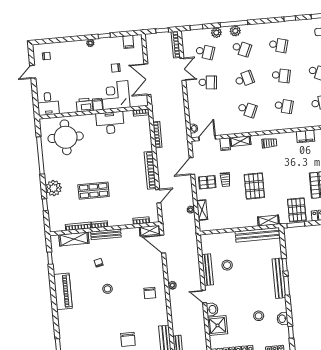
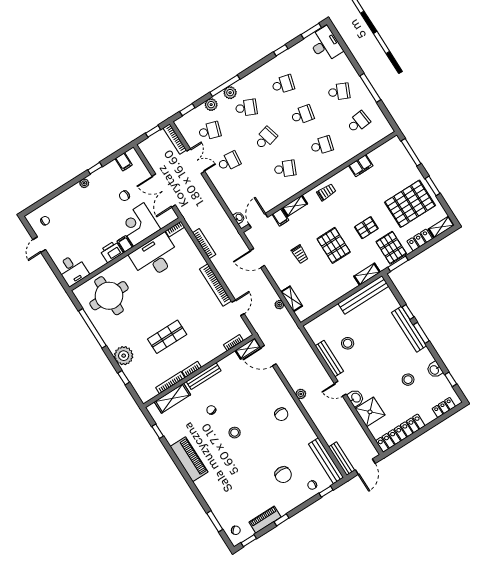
desk: (110, 123) -> (155, 257), width x1.36, depth x1.30
door: (192, 166) -> (257, 258), hinge flipped
pallet: (207, 182) -> (366, 228), moved

